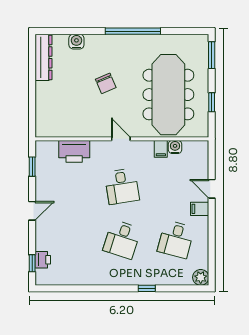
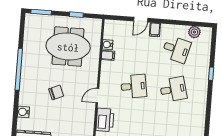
meeting table: (168, 95) -> (68, 47), width x0.73
door: (121, 139) -> (97, 96), moved
desk: (122, 239) -> (173, 89), turned -33
plant: (201, 277) -> (194, 32), moved

